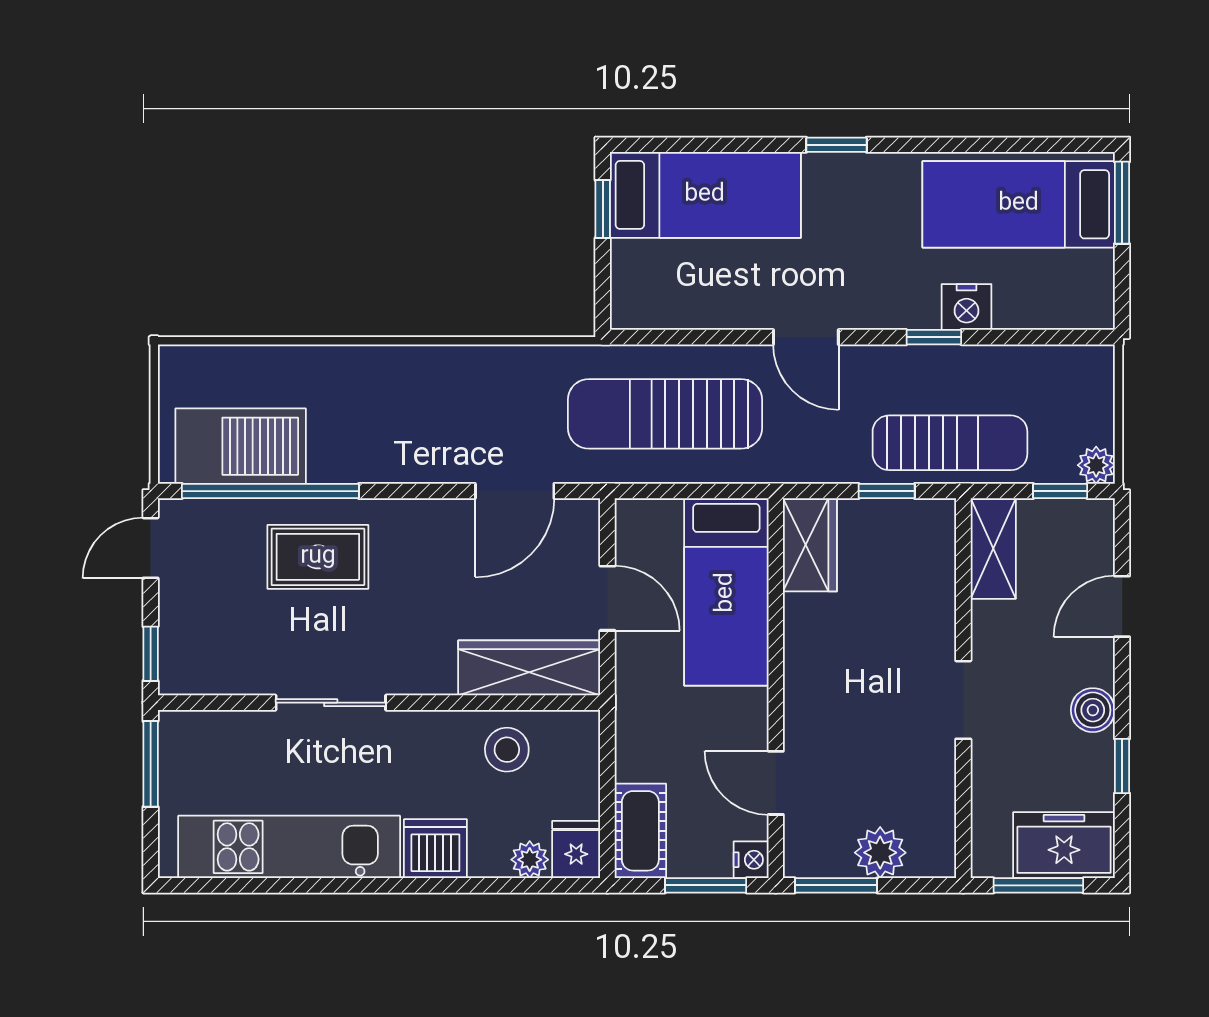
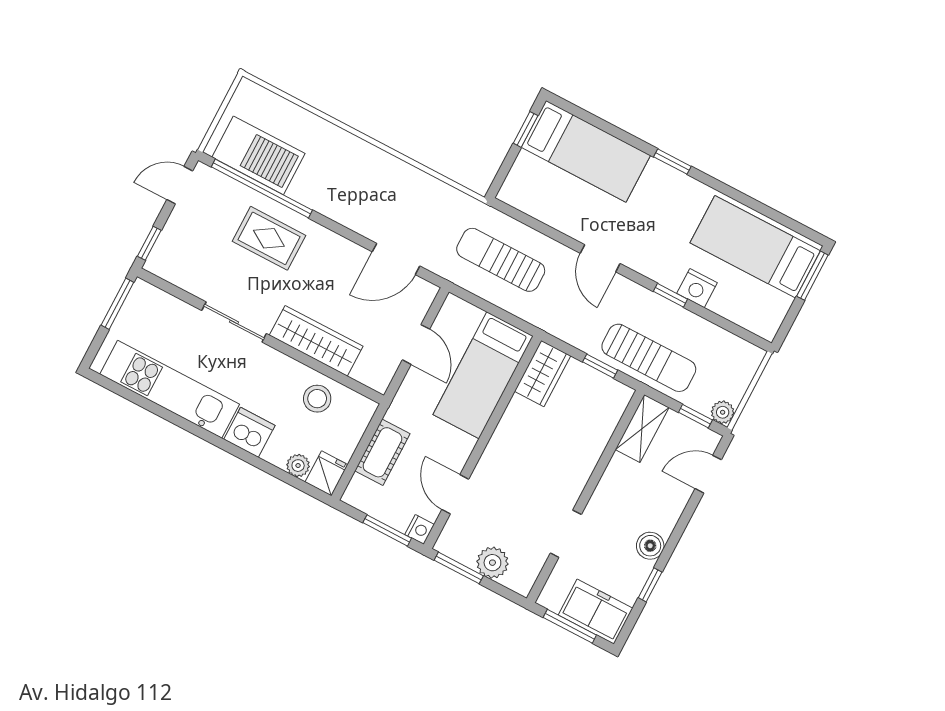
sun lounger: (665, 414) -> (501, 260), width x0.73, depth x0.75
door: (1122, 606) -> (708, 474), moved
wardrobe: (529, 668) -> (316, 341), moved
doorway: (963, 700) -> (566, 534), moved
cot: (640, 831) -> (382, 452), moved

